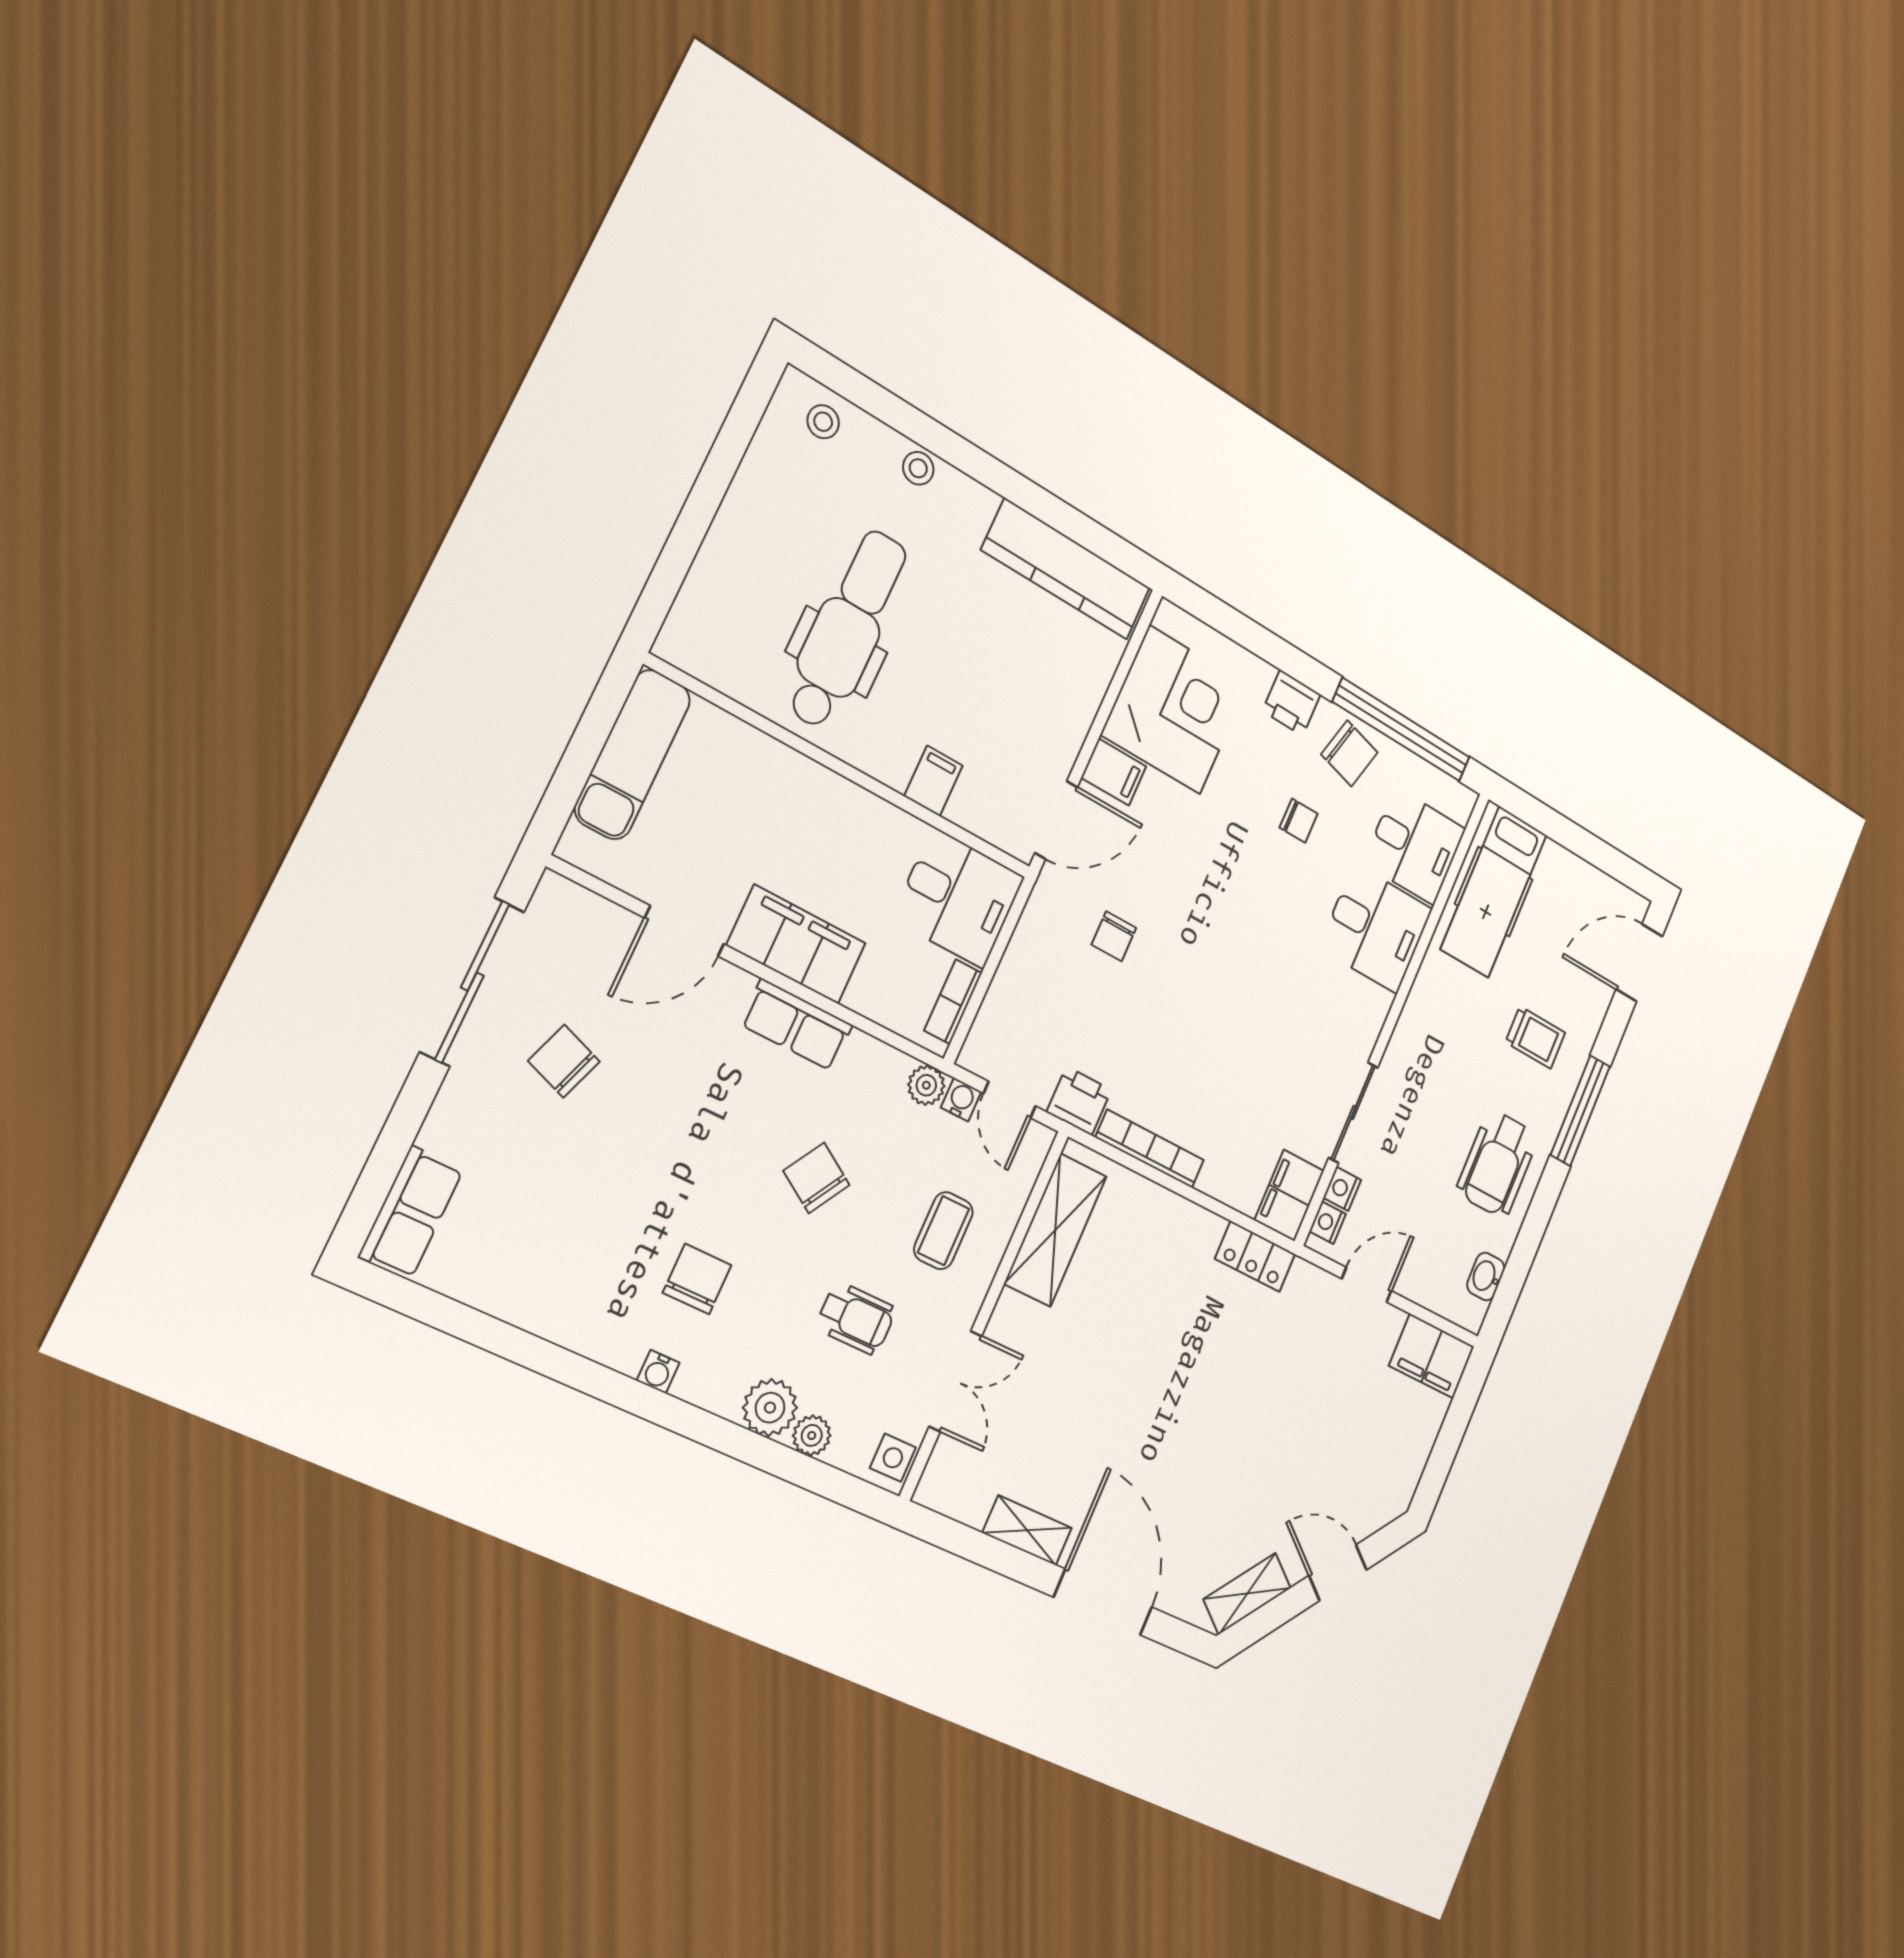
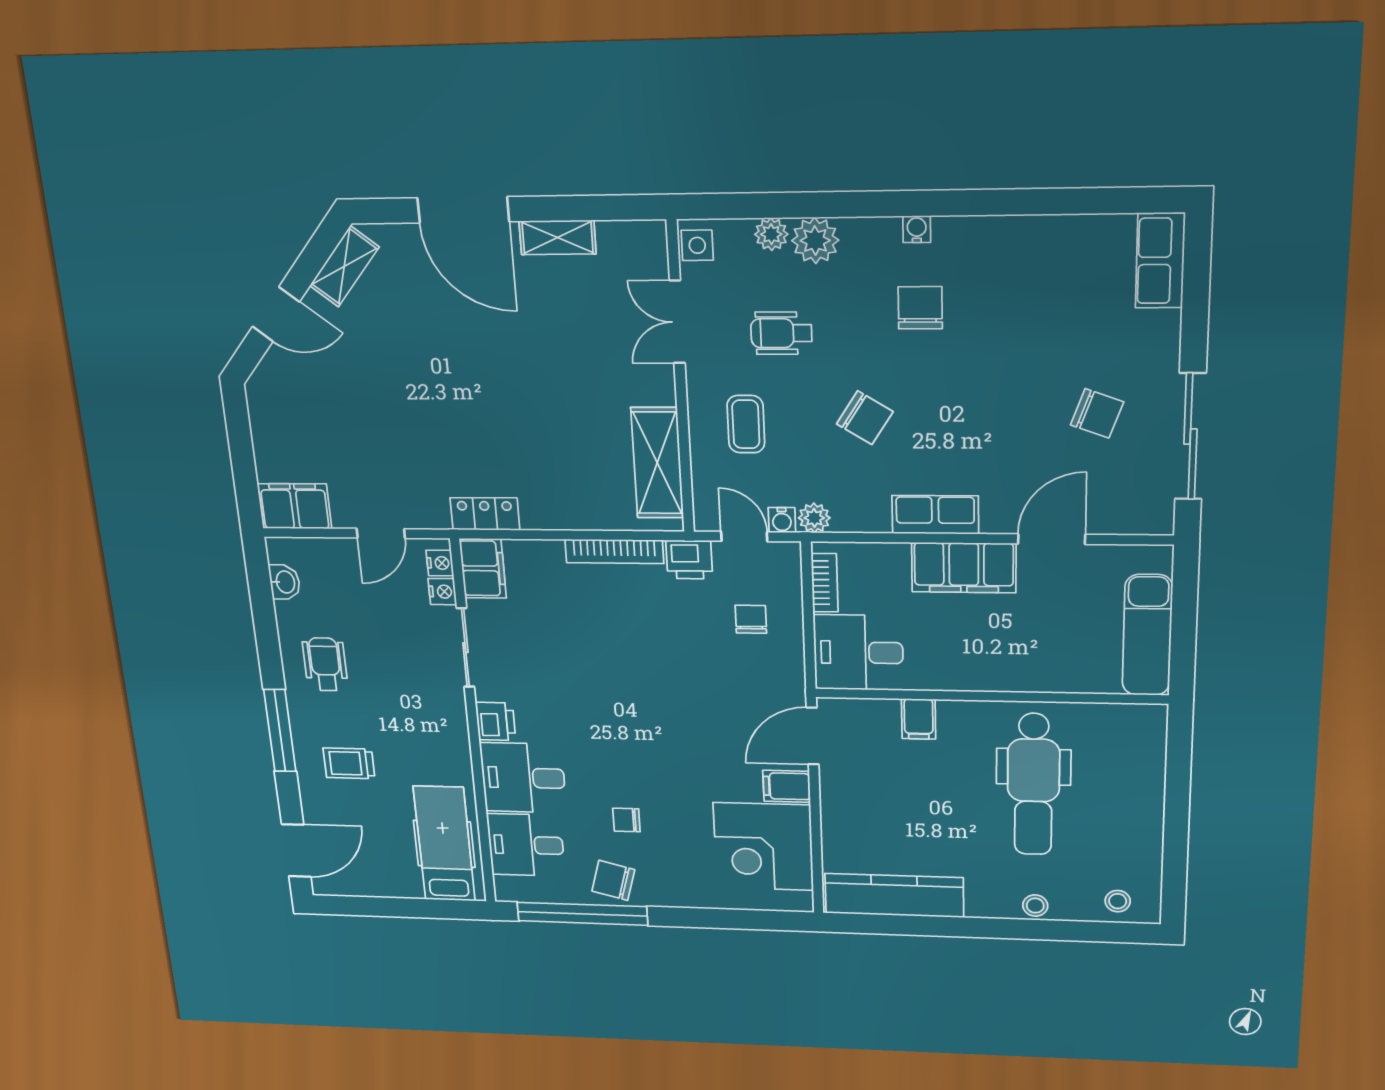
printer: (1291, 703) -> (496, 721), moved, turned 90
chair: (1114, 936) -> (751, 619), moved
wheelchair: (1497, 1164) -> (325, 664), width x0.73, depth x0.73
chair: (697, 1279) -> (920, 308), turned 180

